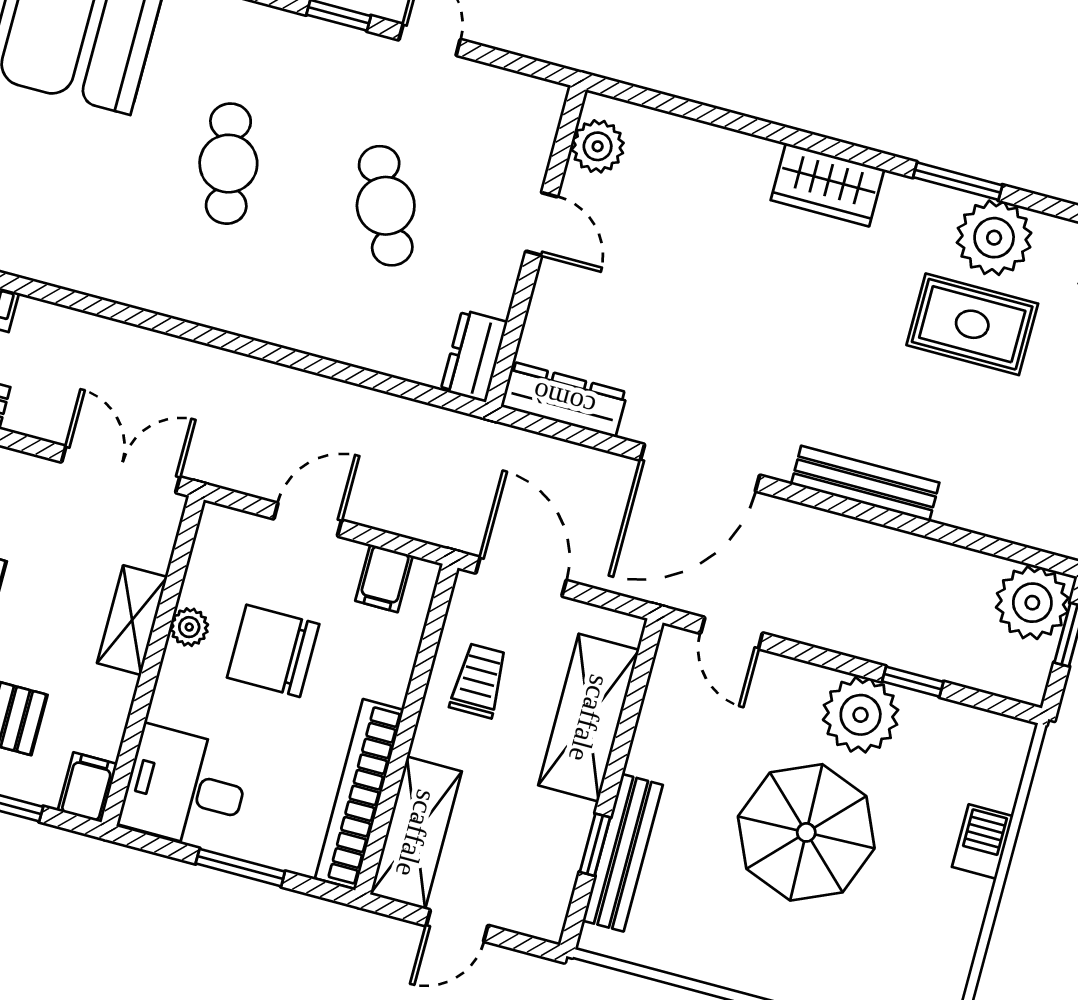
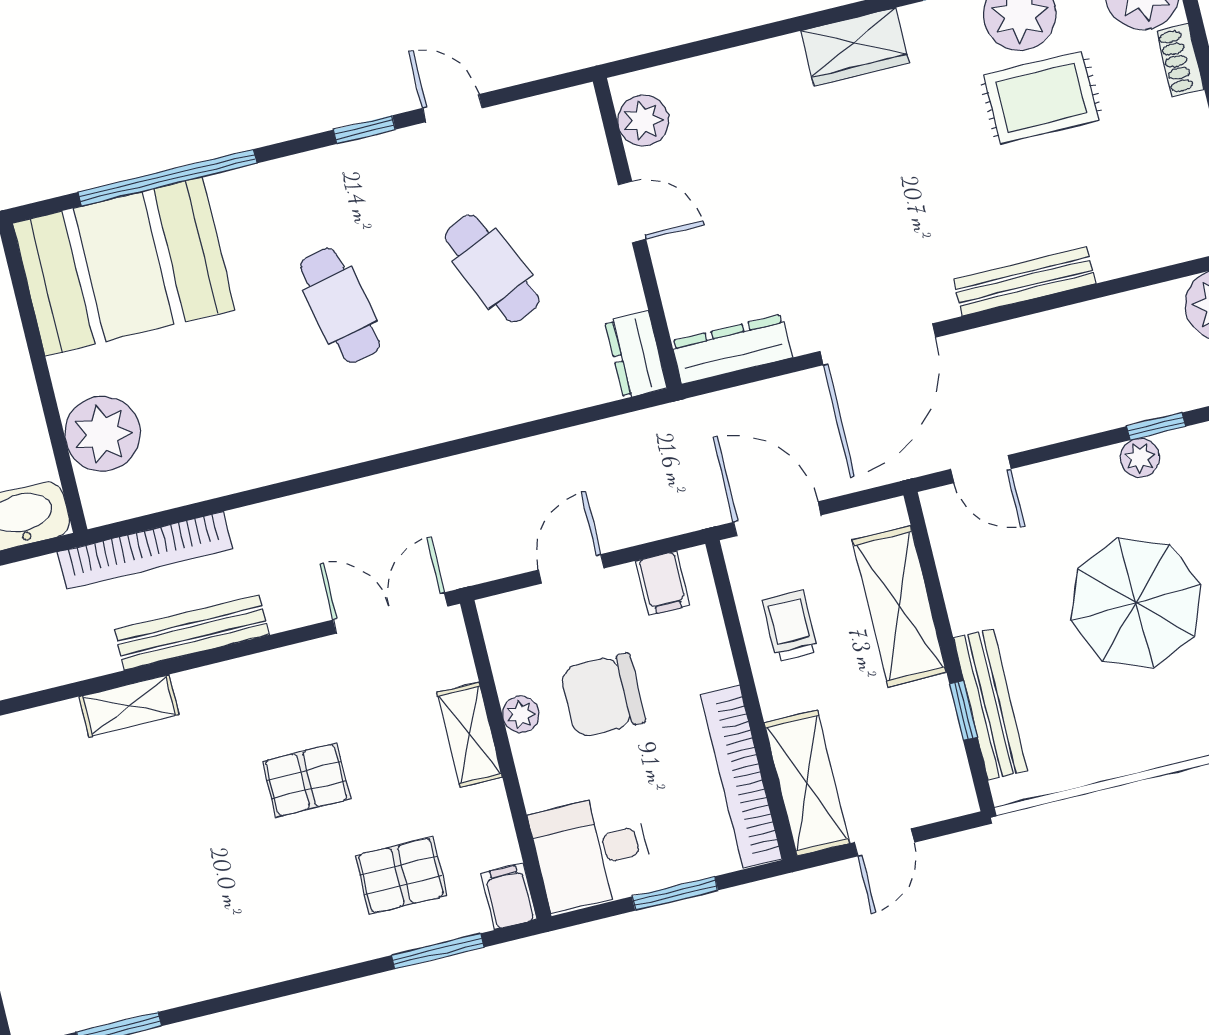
plant: (861, 715) -> (1140, 458), width x0.53, depth x0.53

